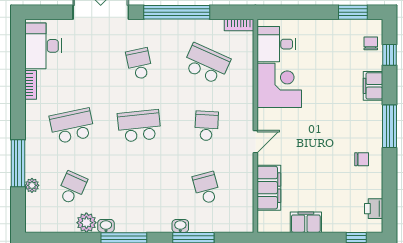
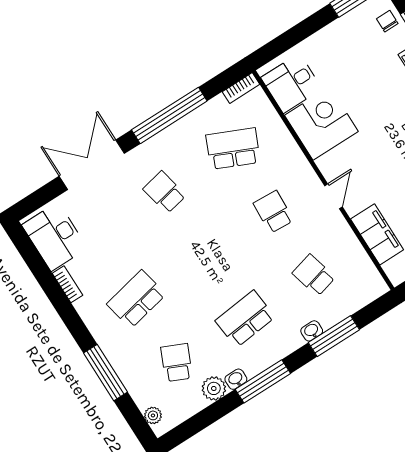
school desk: (139, 126) -> (245, 319), moved
plant: (32, 185) -> (153, 415), moved

